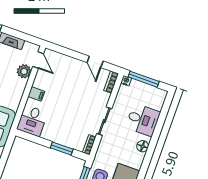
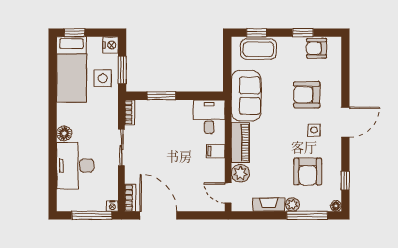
door: (95, 62) -> (158, 215), width x1.88
piano: (16, 94) -> (240, 143), added
desk: (143, 120) -> (75, 166), width x1.37

